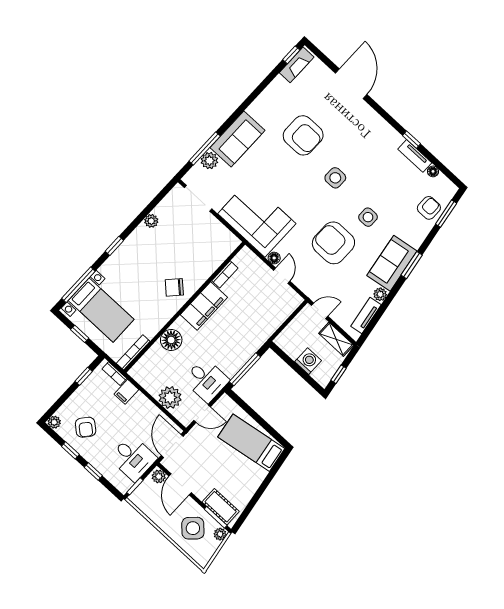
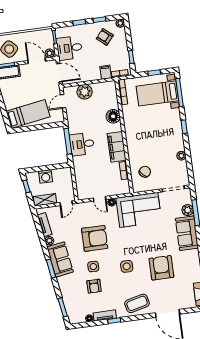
coffee table: (369, 130) -> (137, 303), added
armchair: (303, 135) -> (161, 268), turned 90
armchair: (429, 208) -> (94, 286), moved
chair: (174, 287) -> (145, 172), moved
desk: (206, 380) -> (82, 144), moved

